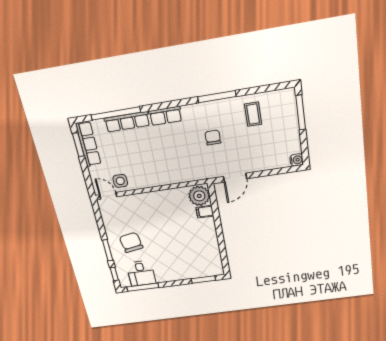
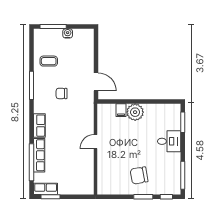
row of seats: (88, 144) -> (46, 189), width x0.68
water cooler: (297, 160) -> (68, 33), moved
side table: (120, 181) -> (85, 172), removed
door: (108, 196) -> (95, 142), moved
plant: (199, 196) -> (135, 112), moved
desk: (141, 273) -> (169, 141), moved

